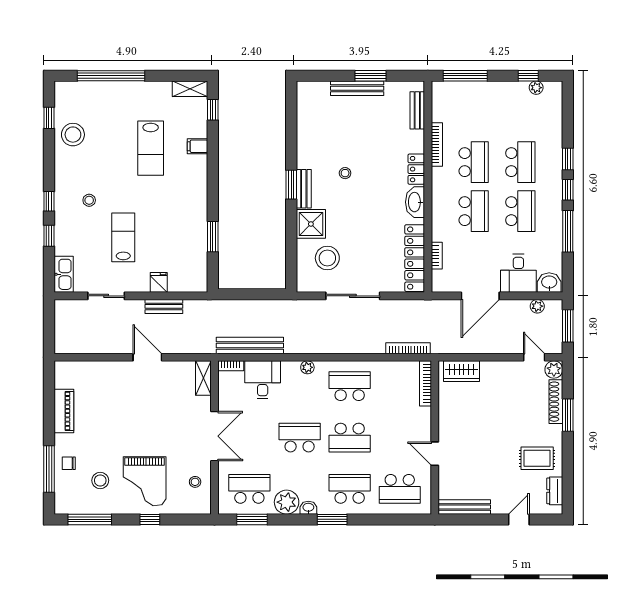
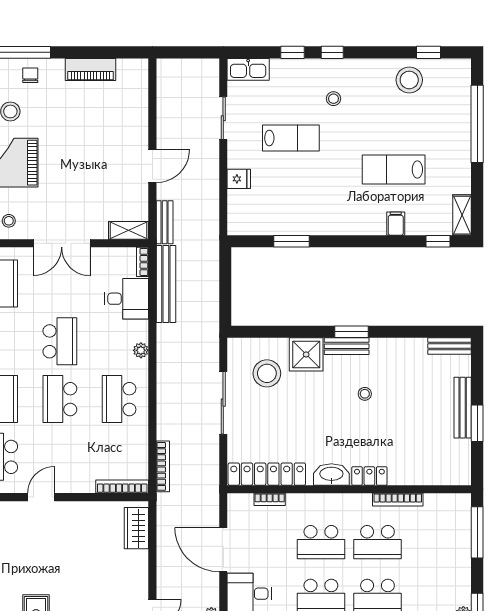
bench: (417, 110) -> (450, 346), moved
bench: (164, 306) -> (165, 222), moved
school desk: (350, 386) -> (119, 399), turned 180

